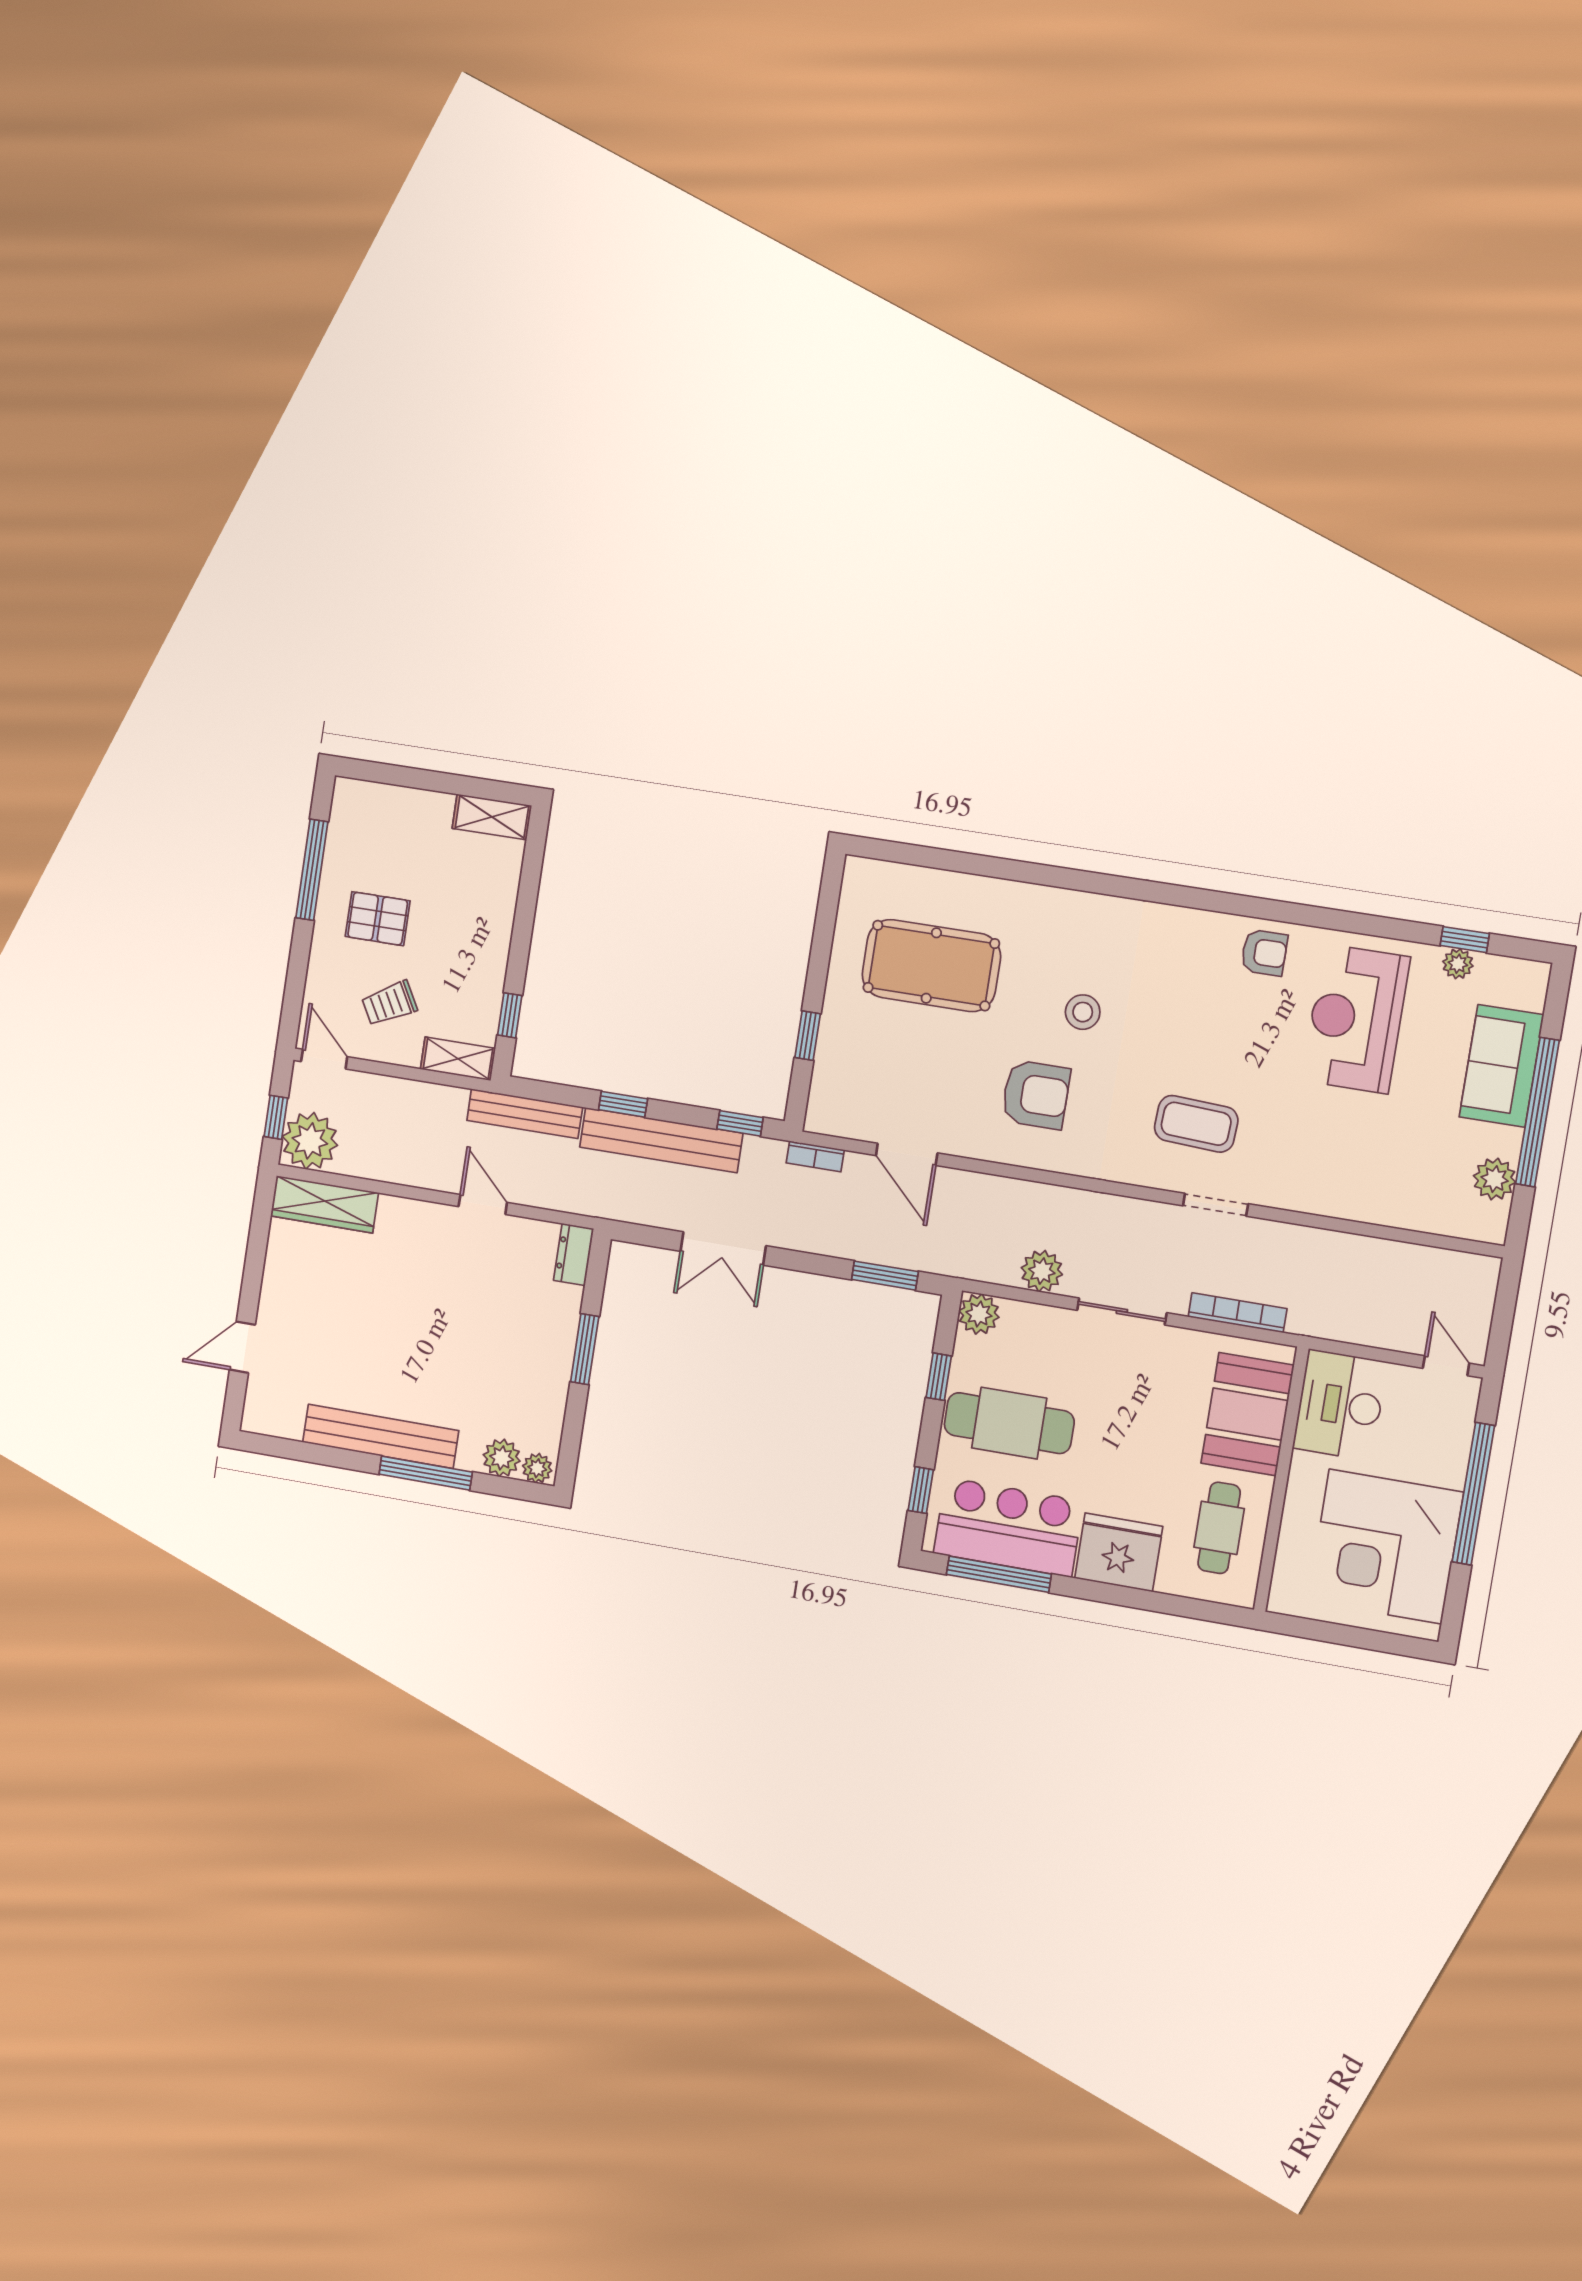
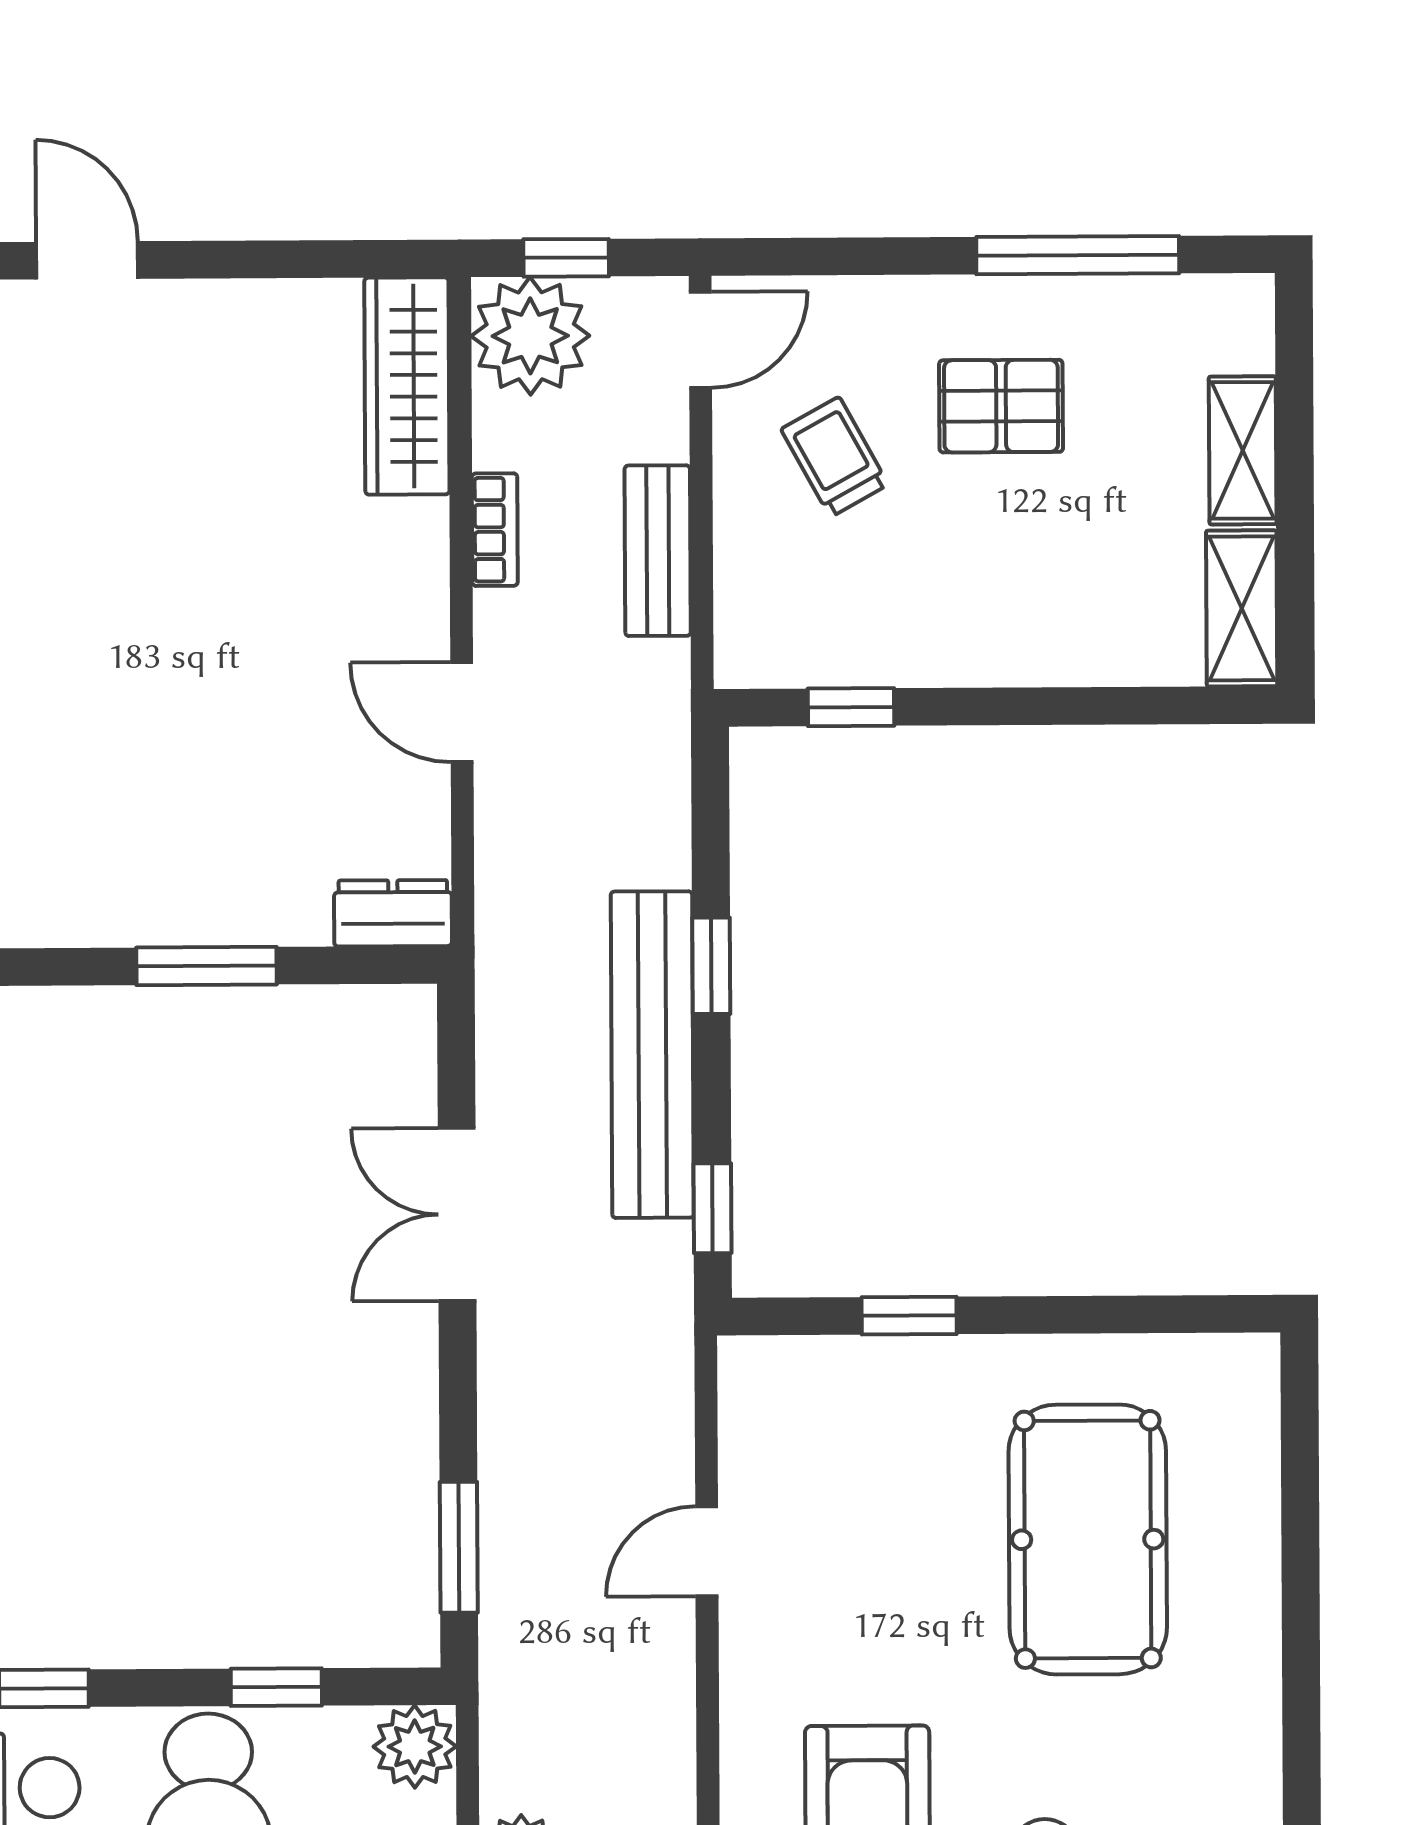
pallet: (378, 919) -> (1001, 406), turned 90
shelving: (458, 1059) -> (1243, 450), moved
bench: (525, 1114) -> (658, 551), moved, width x0.73
door: (907, 1154) -> (707, 1551), width x0.73
bookcase: (815, 1156) -> (495, 530), moved, turned 180
door: (483, 1205) -> (462, 712), swing flipped

